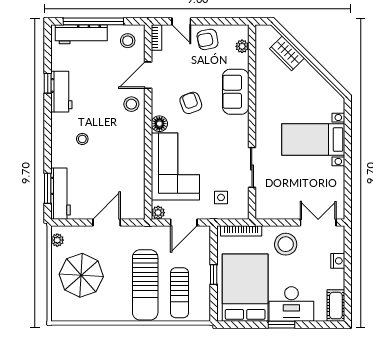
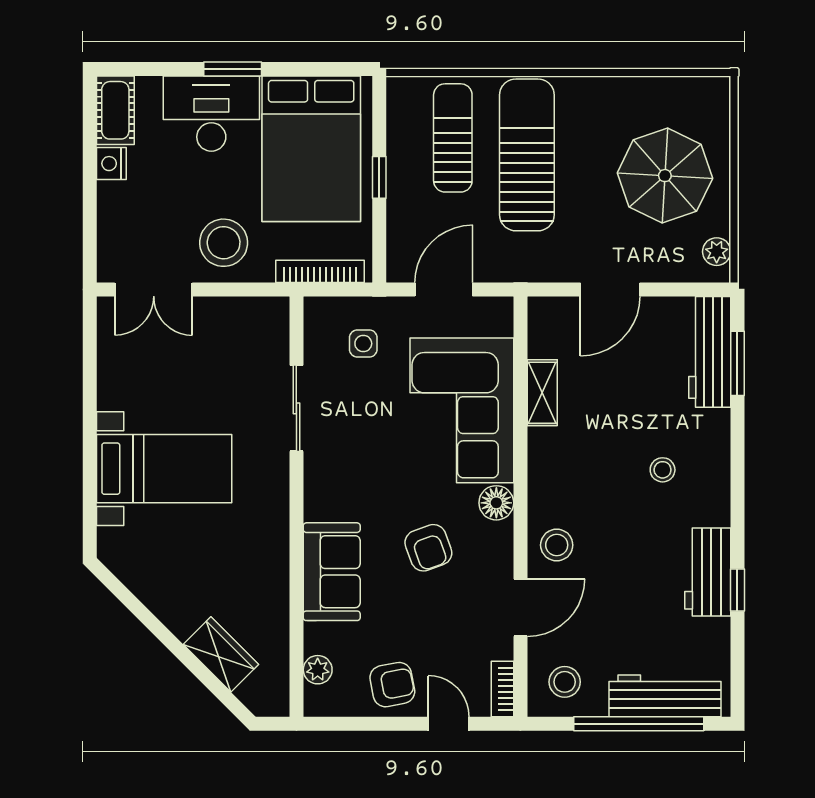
shelving: (138, 175) -> (542, 393), added
plant: (158, 213) -> (499, 311), removed
nightstand: (338, 261) -> (111, 164), moved

